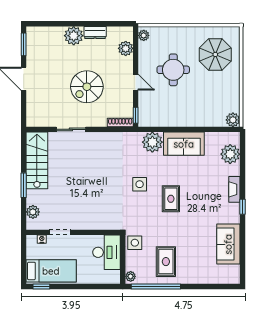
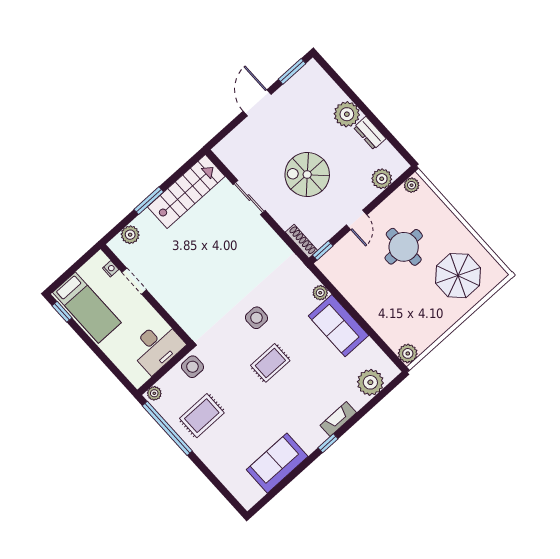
plant: (152, 142) -> (320, 293), width x0.53, depth x0.53

